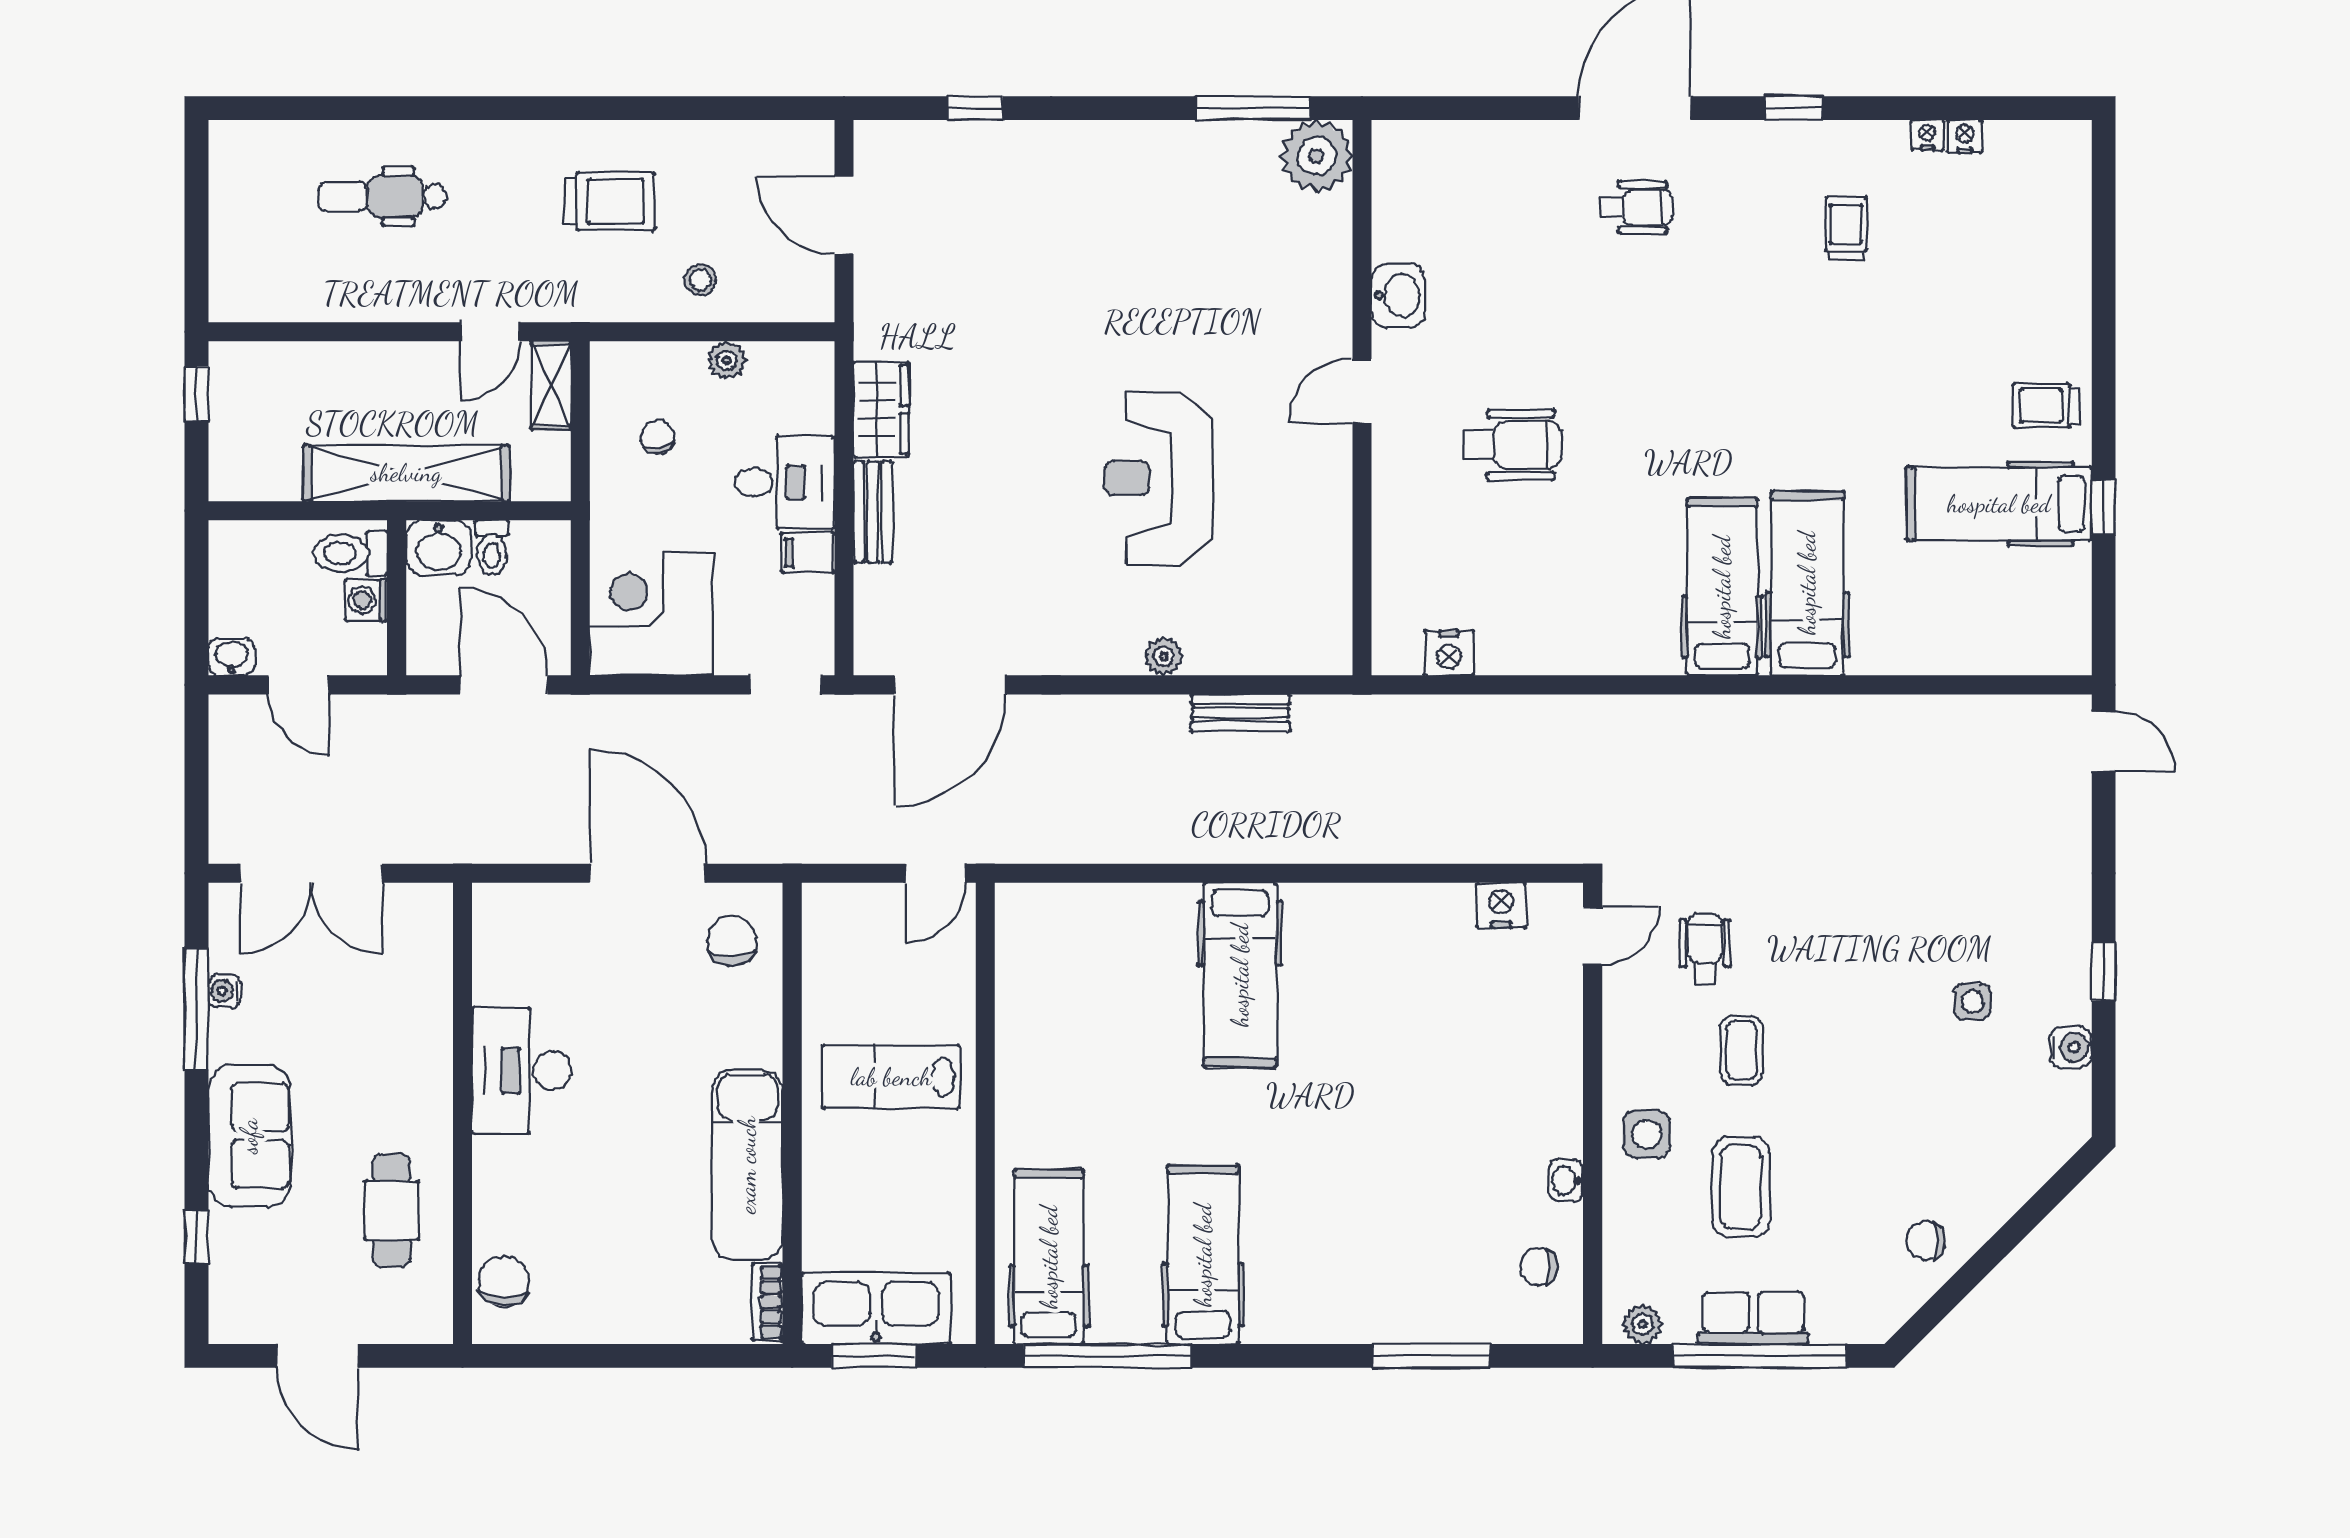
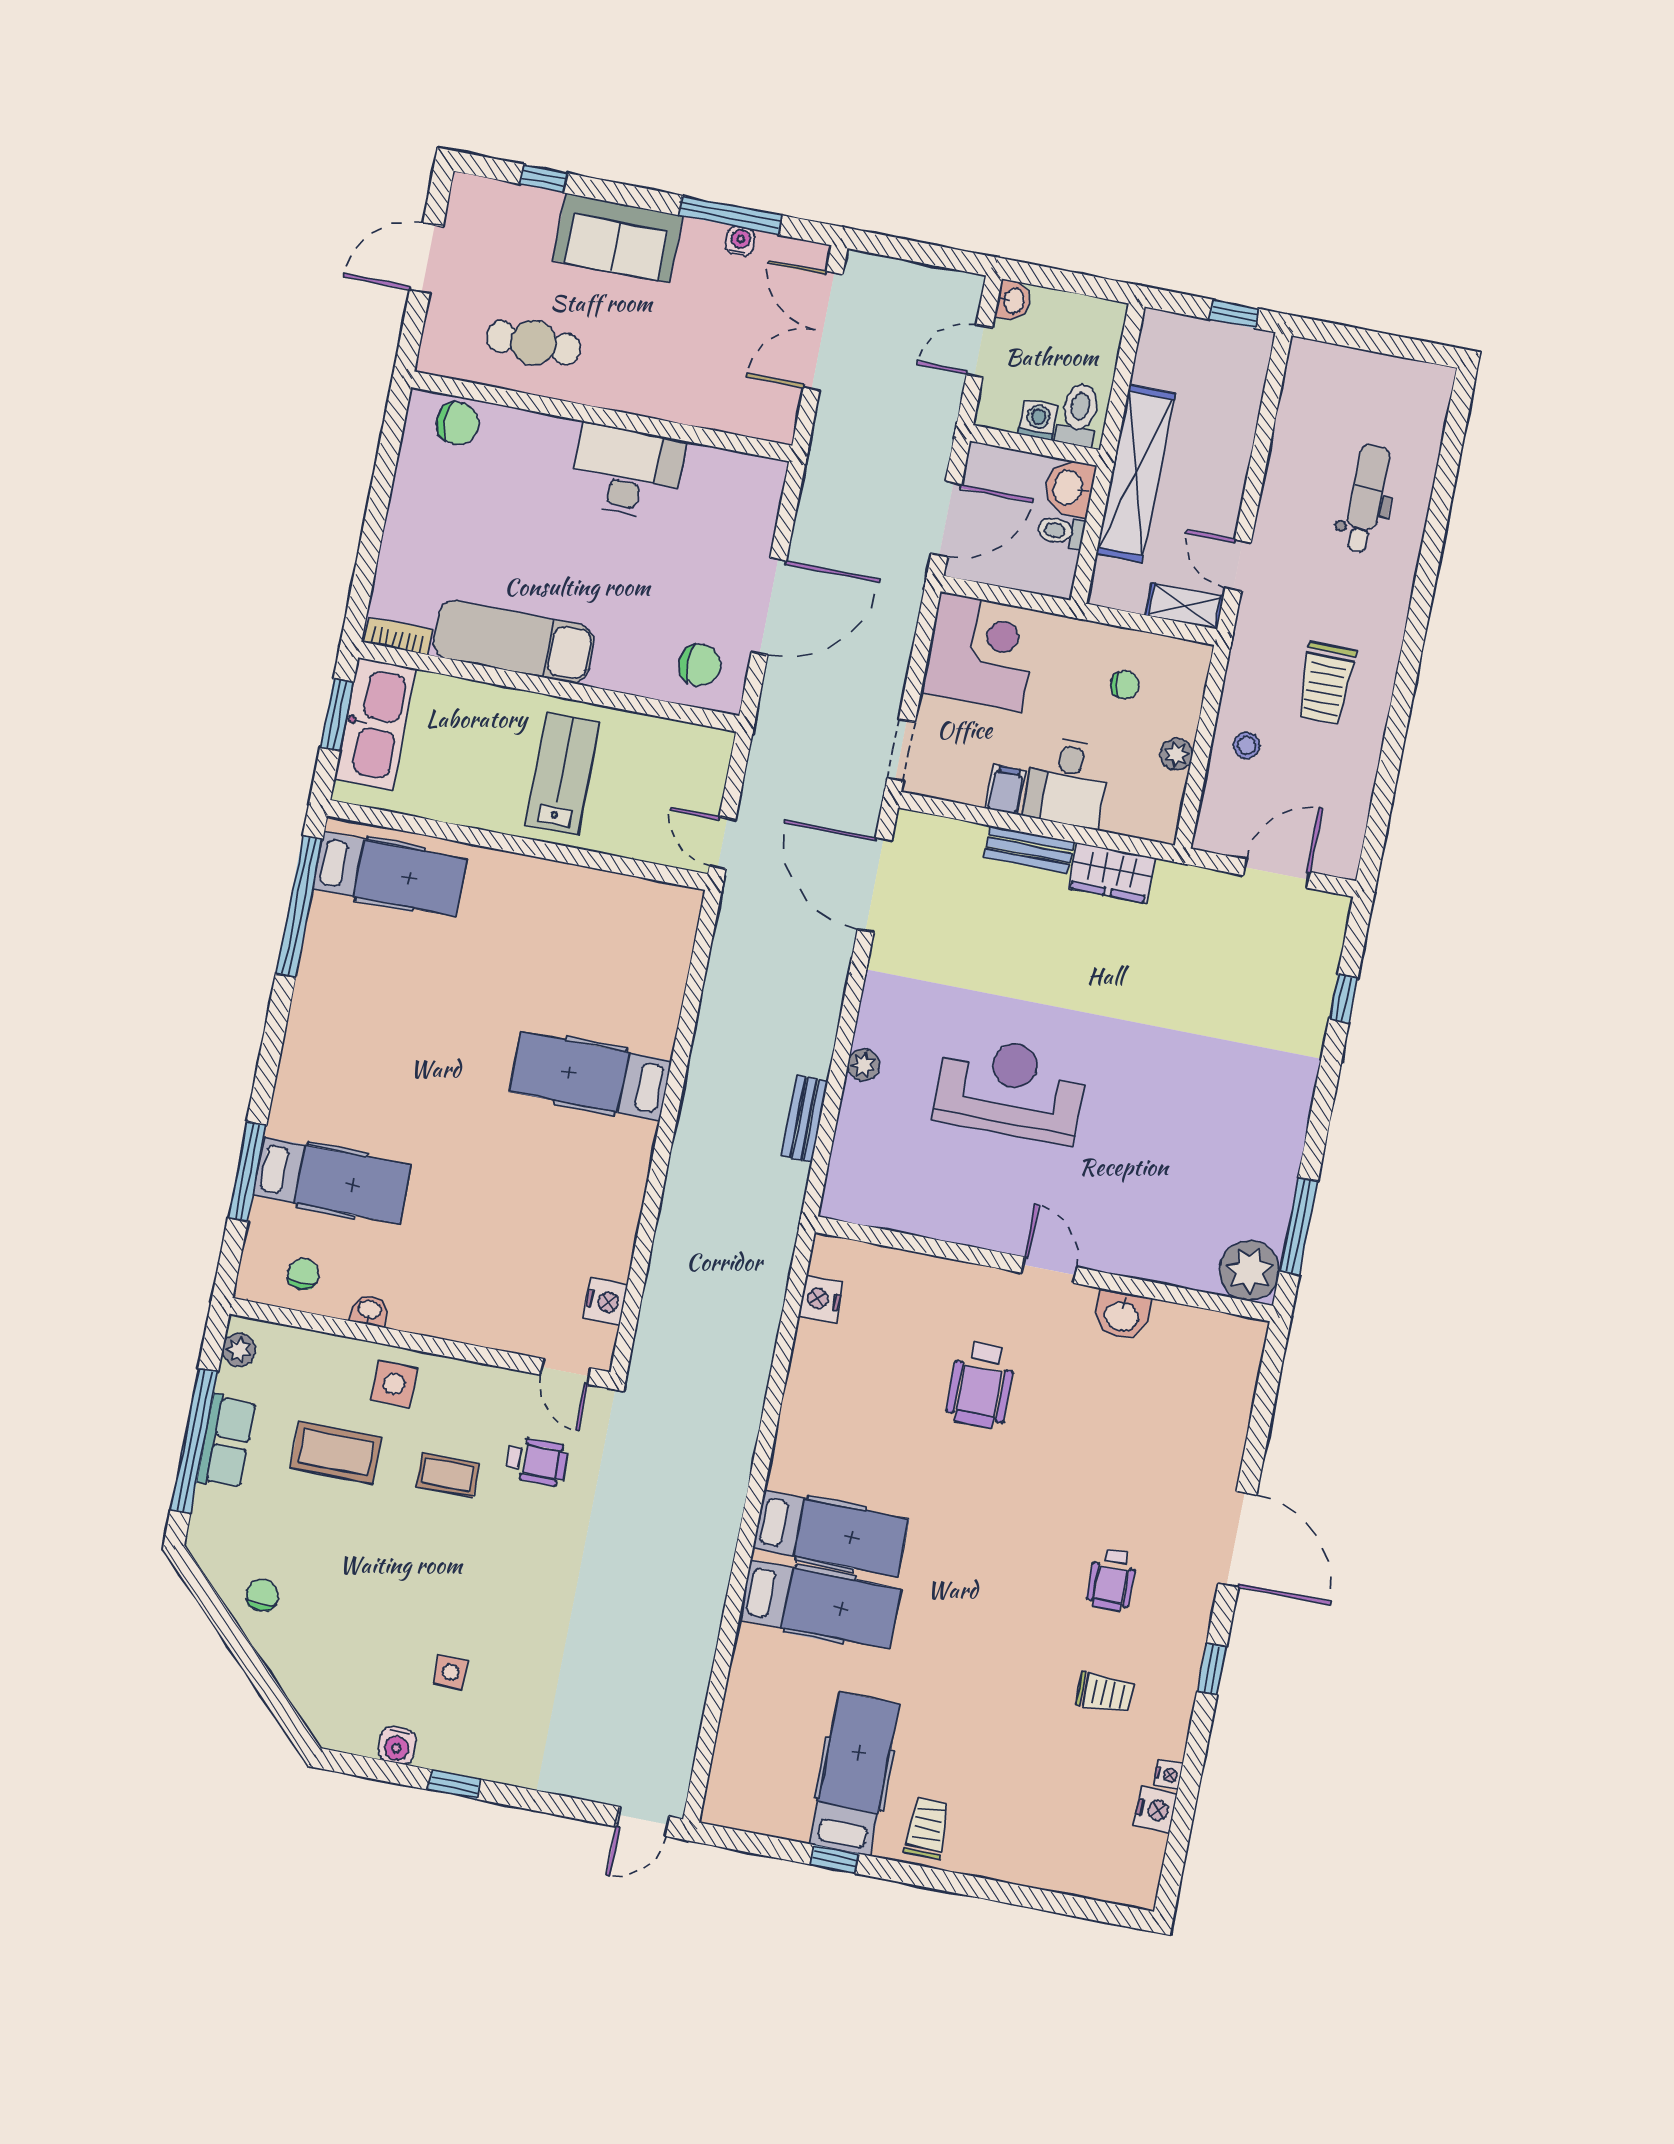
nightstand: (1965, 136) -> (1155, 1810), width x1.39, depth x1.35
wheelchair: (1637, 207) -> (1112, 1580), moved
hospital bed: (1203, 1255) -> (332, 1180), moved

